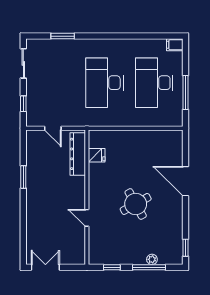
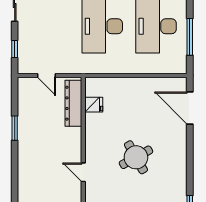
door: (185, 181) -> (190, 108), moved

